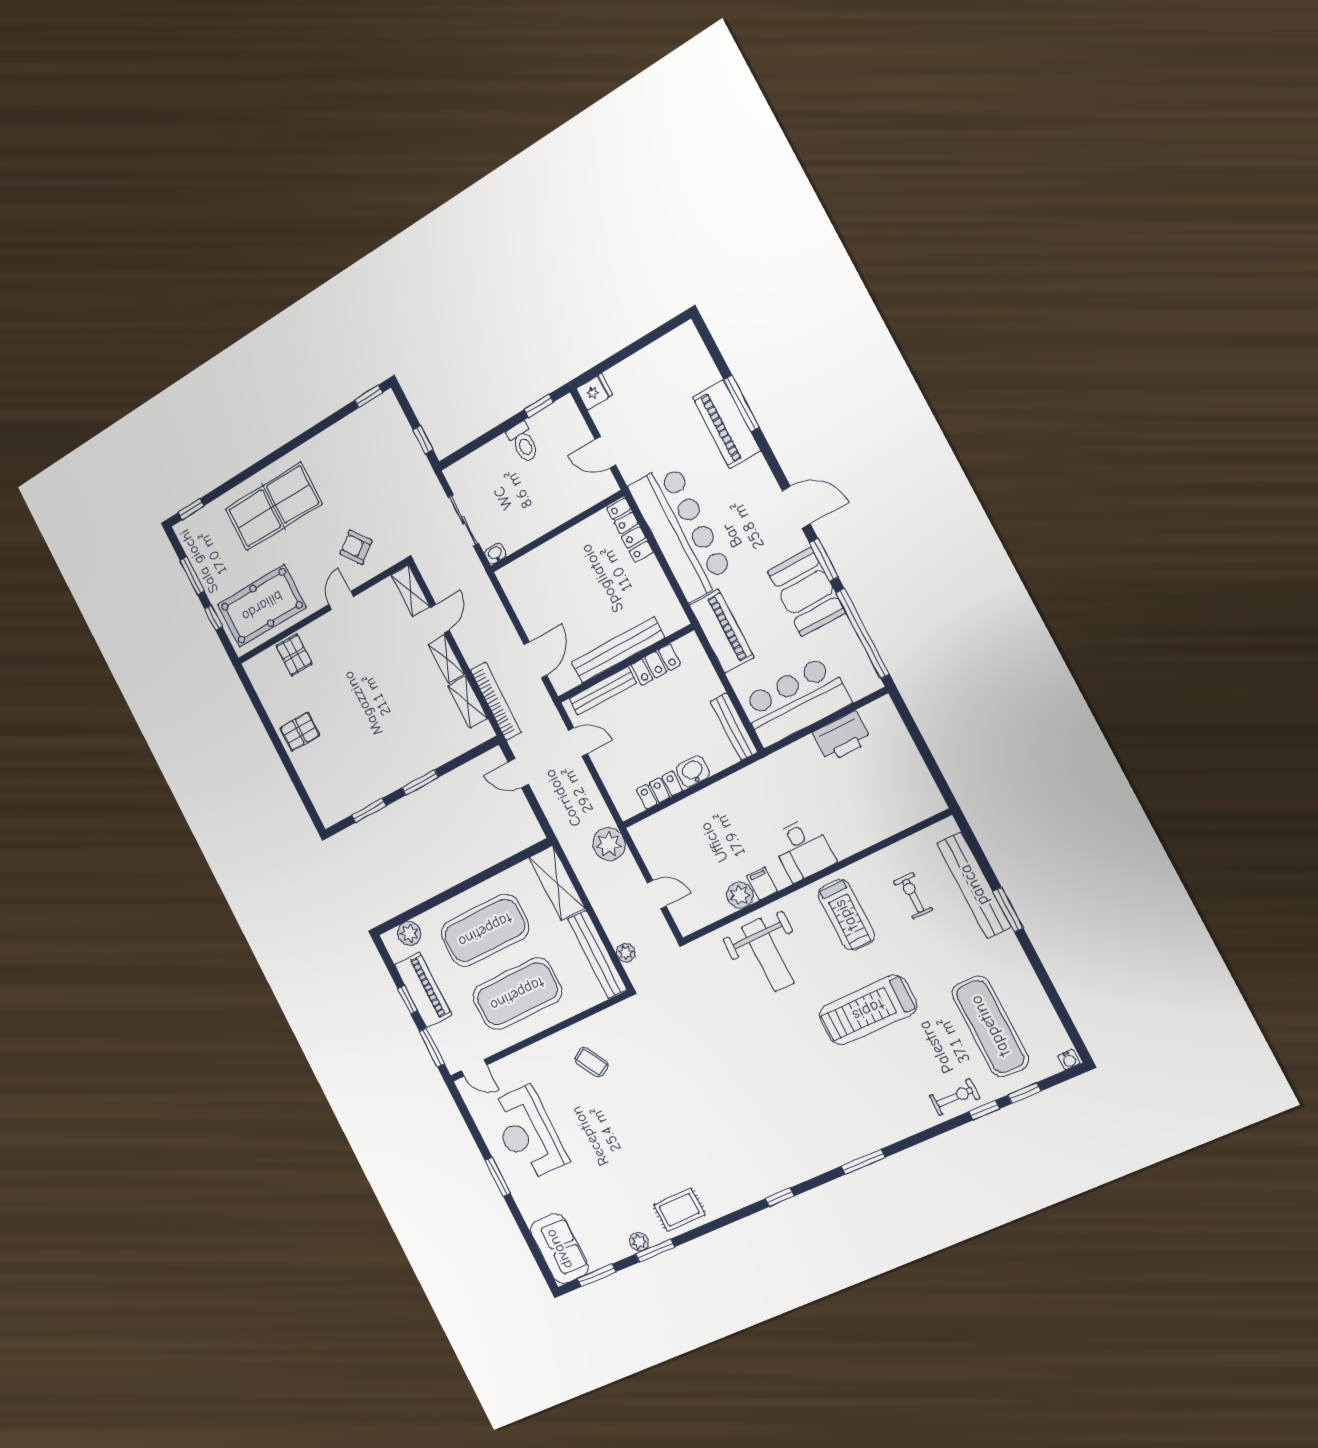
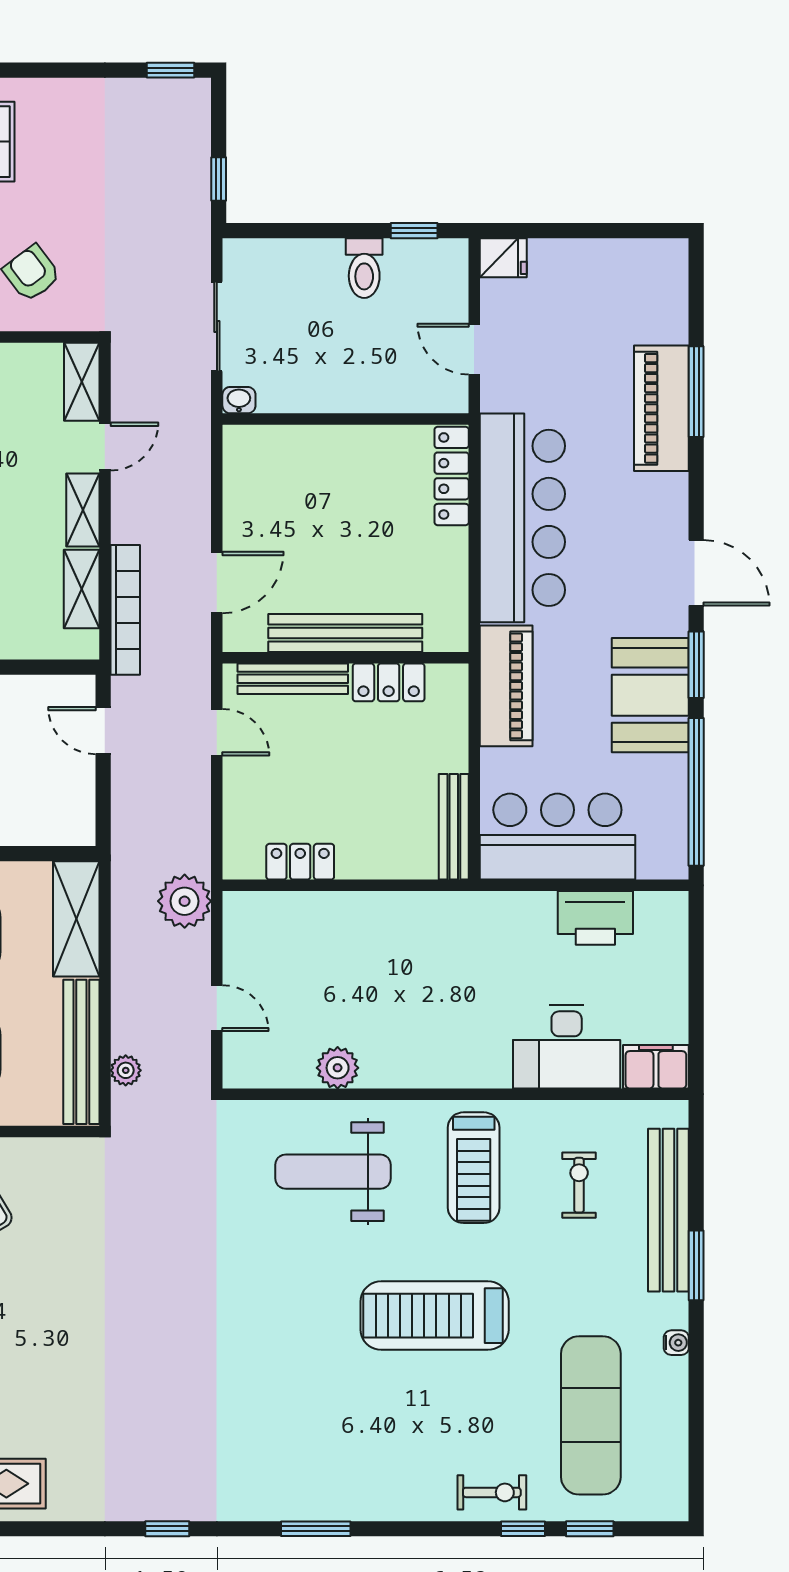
washbasin: (693, 771) -> (363, 860), removed
desk: (803, 849) -> (567, 1047), moved, width x1.37
filing cabinet: (762, 884) -> (656, 1067), moved, width x2.00
weight bench: (768, 955) -> (333, 1172), turned 90
water cooler: (1069, 1060) -> (676, 1343), moved, turned -90

